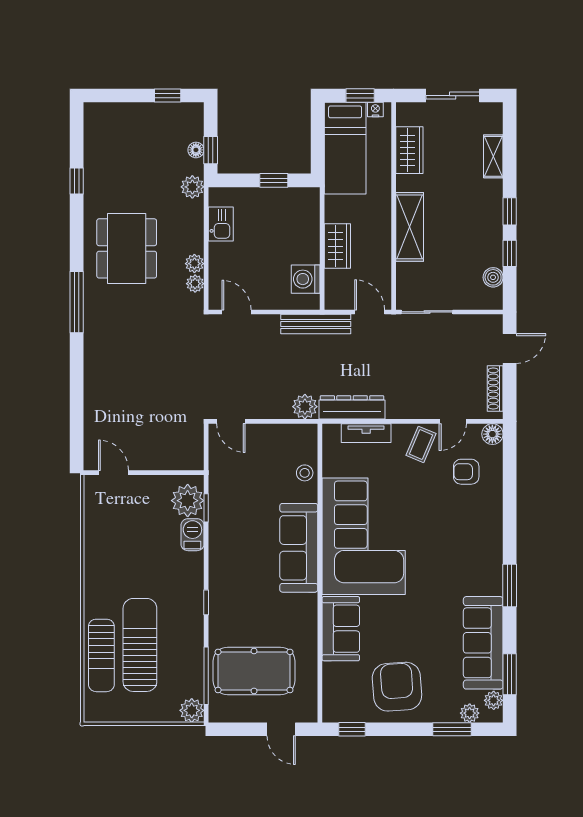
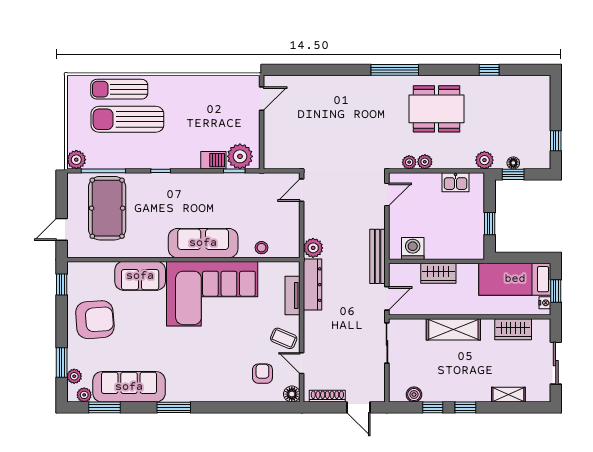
sun lounger: (140, 645) -> (127, 119), turned 180

